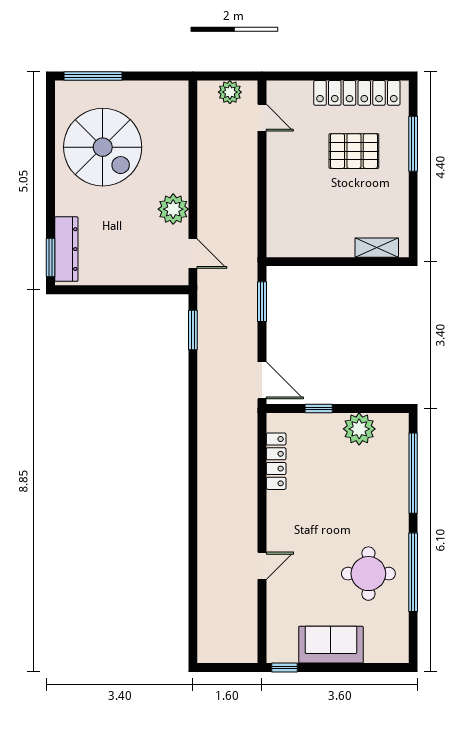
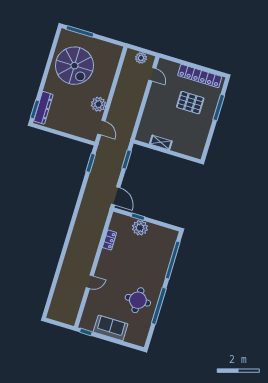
shelving: (377, 248) -> (161, 142), moved
plant: (359, 429) -> (140, 228), moved
locker: (276, 461) -> (109, 240), width x0.66

